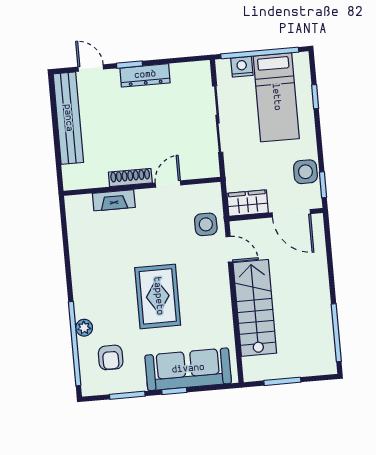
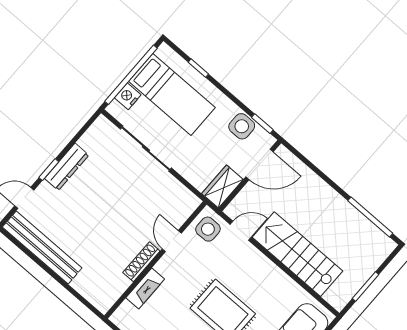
shoe rack: (130, 178) -> (141, 262), moved
door: (168, 184) -> (172, 241), moved
wall: (142, 186) -> (155, 260), moved
fireplace: (114, 200) -> (145, 288), moved

